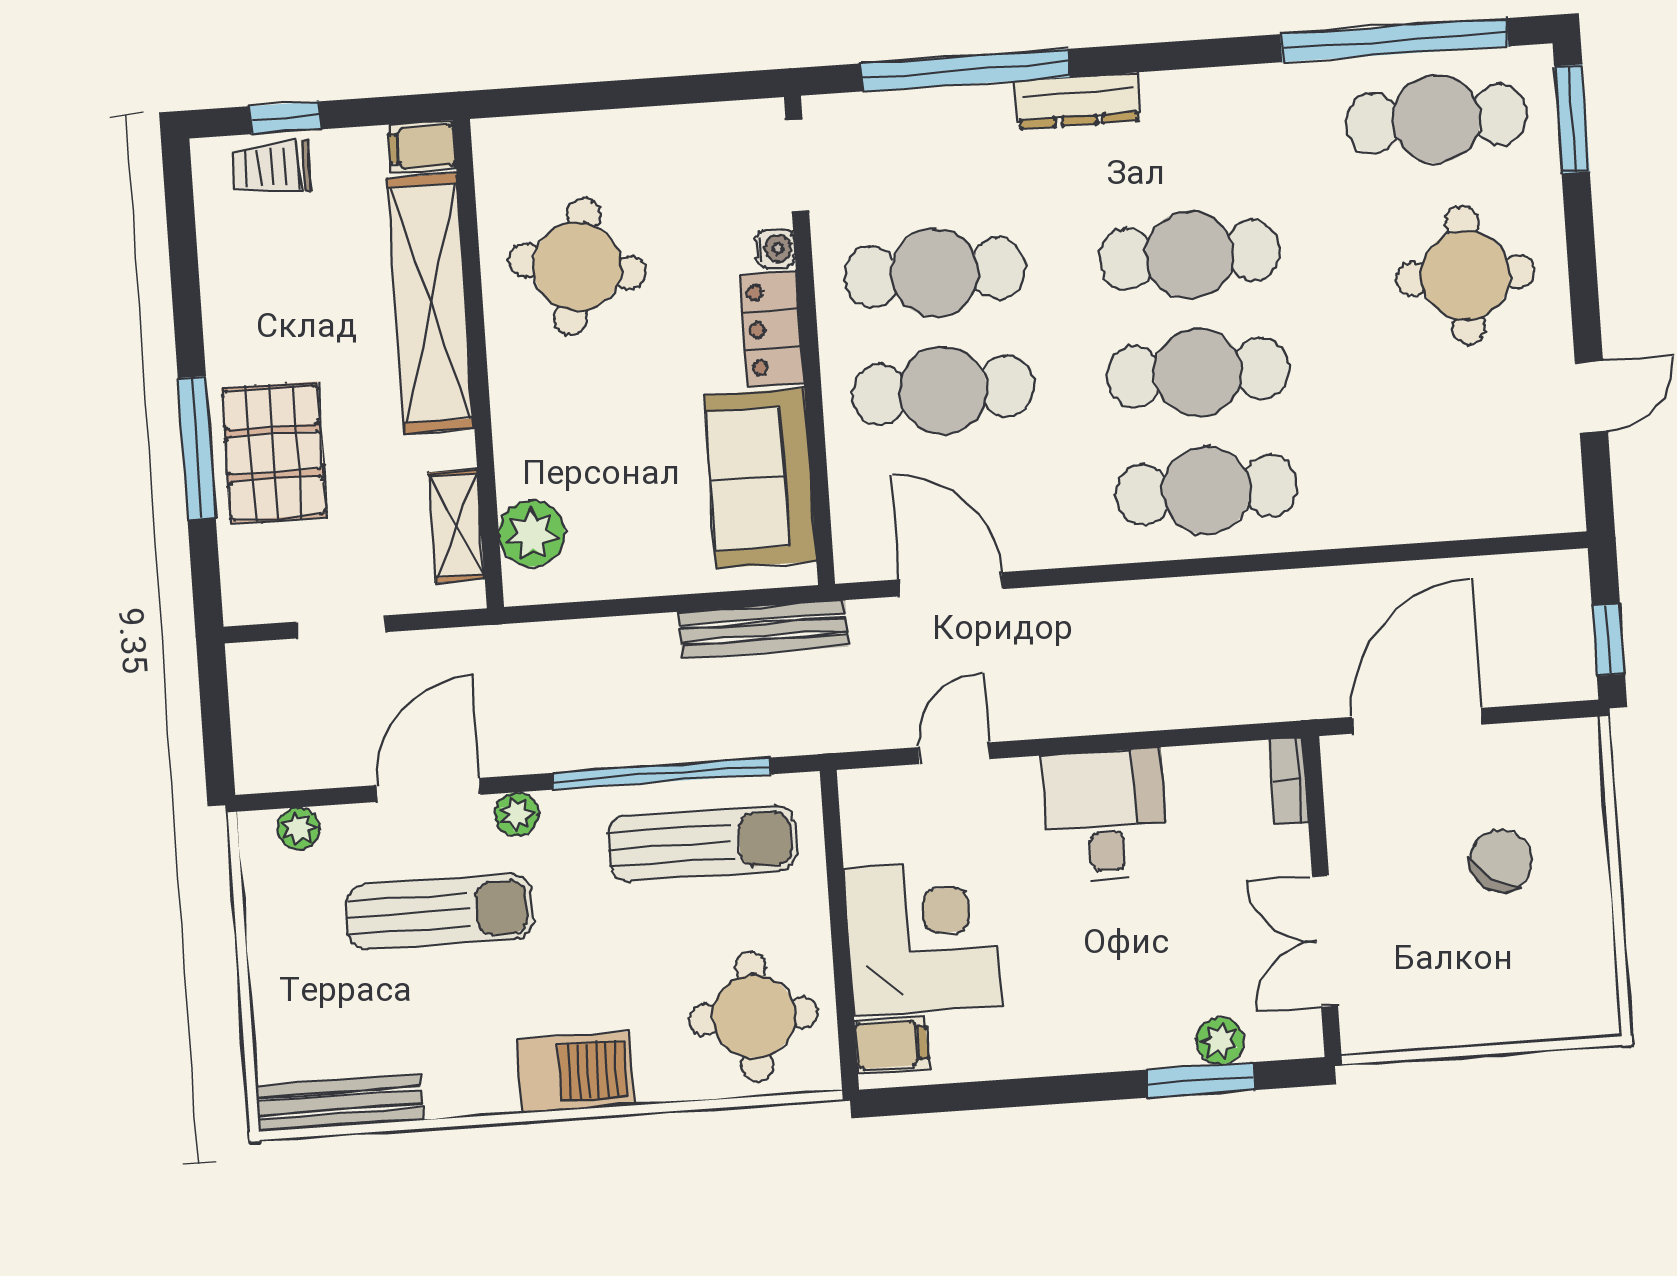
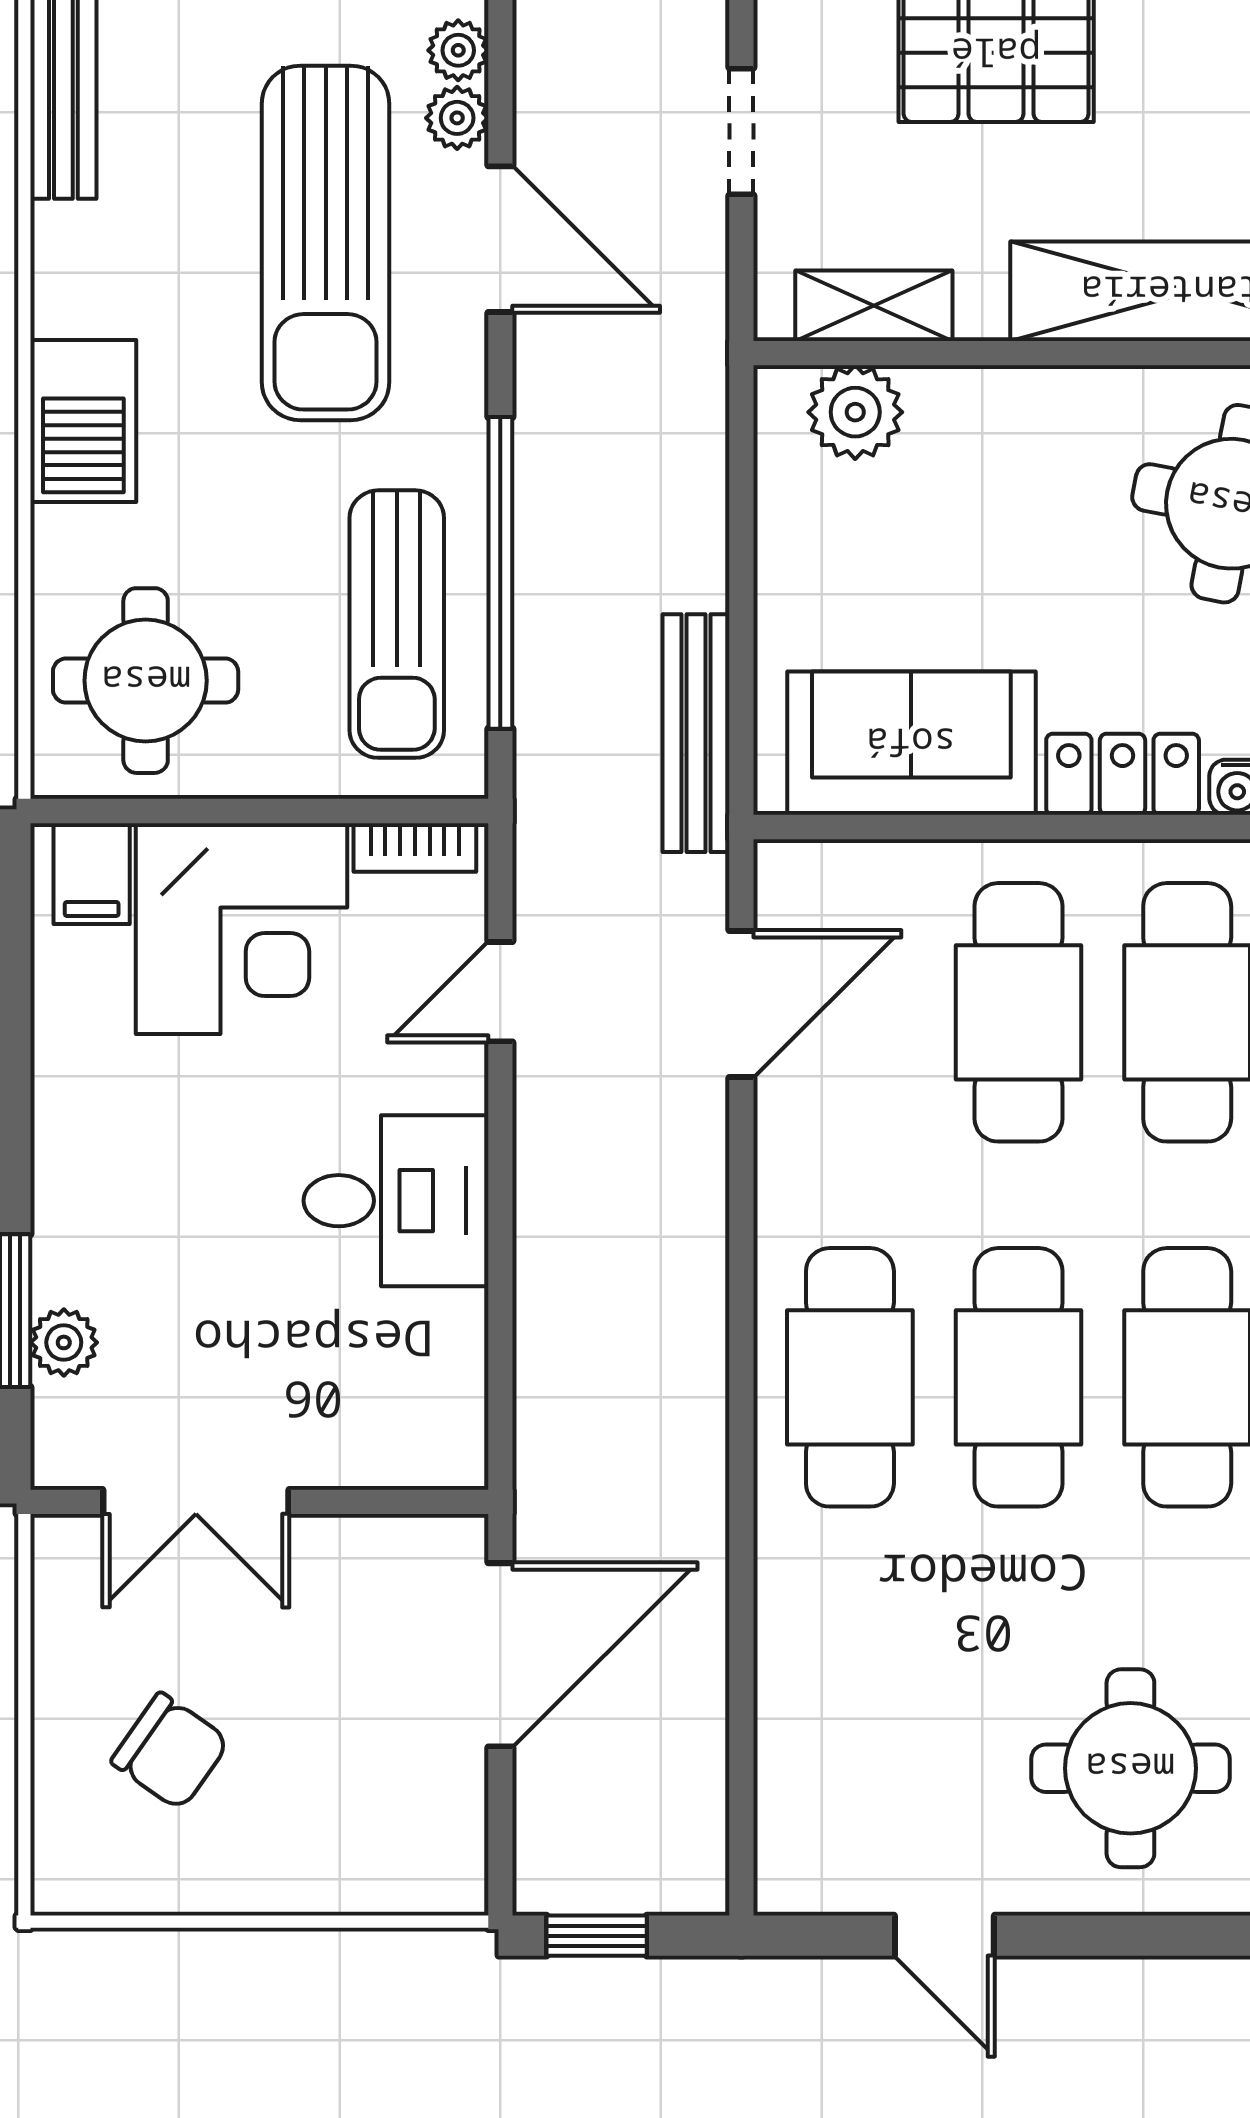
door: (1417, 721) -> (500, 1655), hinge flipped
door: (954, 753) -> (500, 992), swing flipped
bookcase: (1288, 781) -> (415, 848), moved, turned 180
plant: (517, 814) -> (457, 118), moved
chair: (1501, 861) -> (170, 1751), moved
sun lounger: (439, 912) -> (326, 243), width x1.36, depth x1.34
double door: (1325, 941) -> (196, 1502), swing flipped

